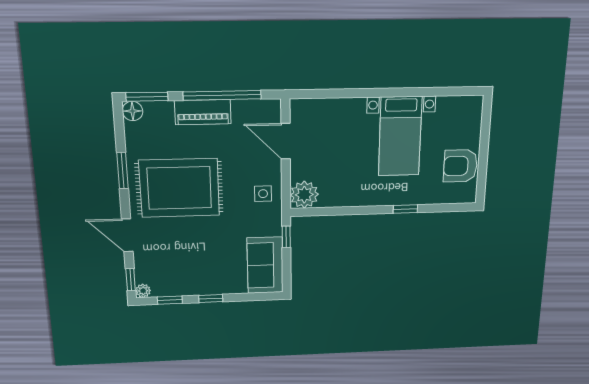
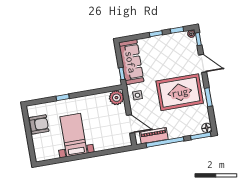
piano: (203, 112) -> (154, 136), moved
sofa: (265, 265) -> (131, 62), width x1.36

